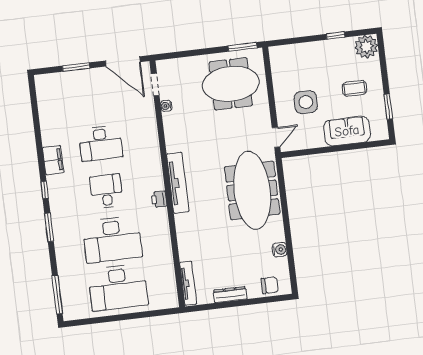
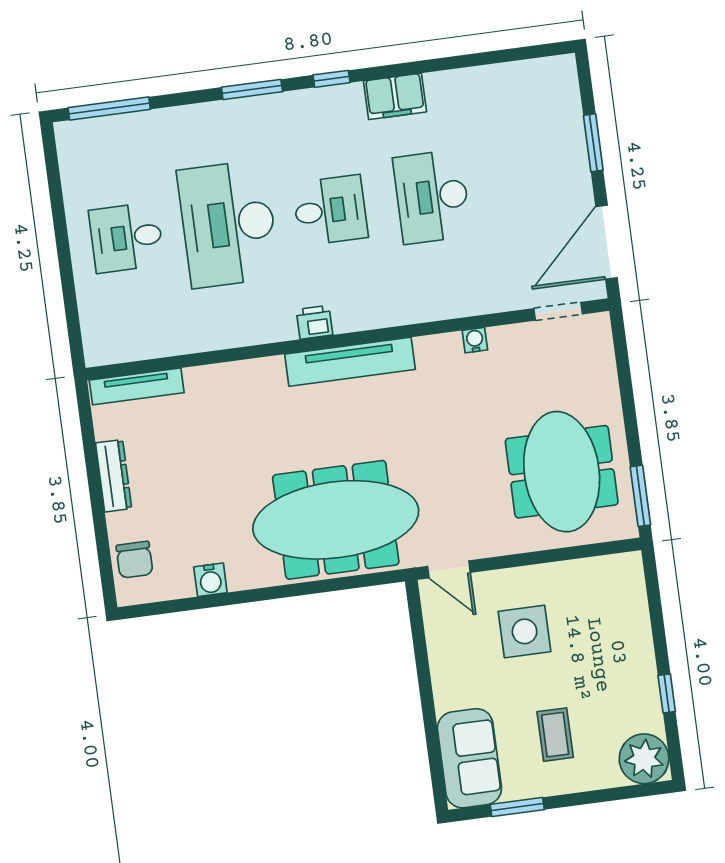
water cooler: (166, 106) -> (475, 340), moved
sofa: (347, 131) -> (469, 758), moved
desk: (118, 287) -> (126, 237), width x0.53, depth x0.77

